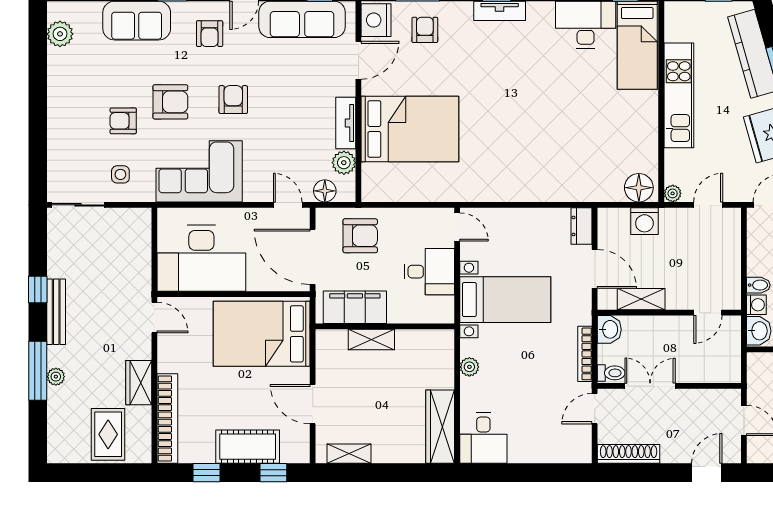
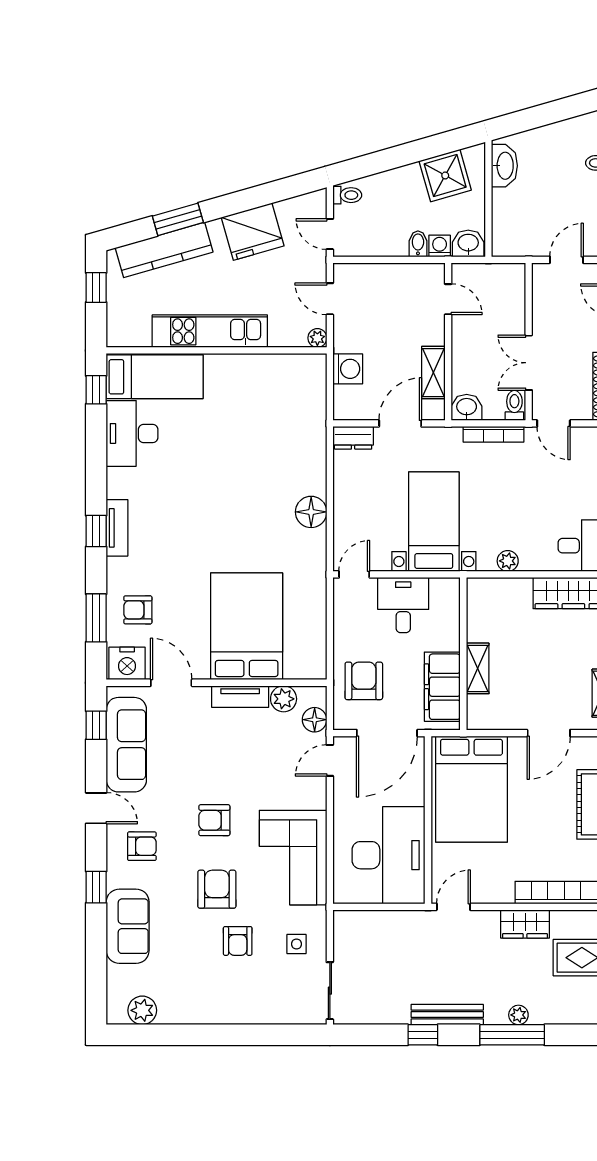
floor lamp: (639, 188) -> (311, 512), moved

